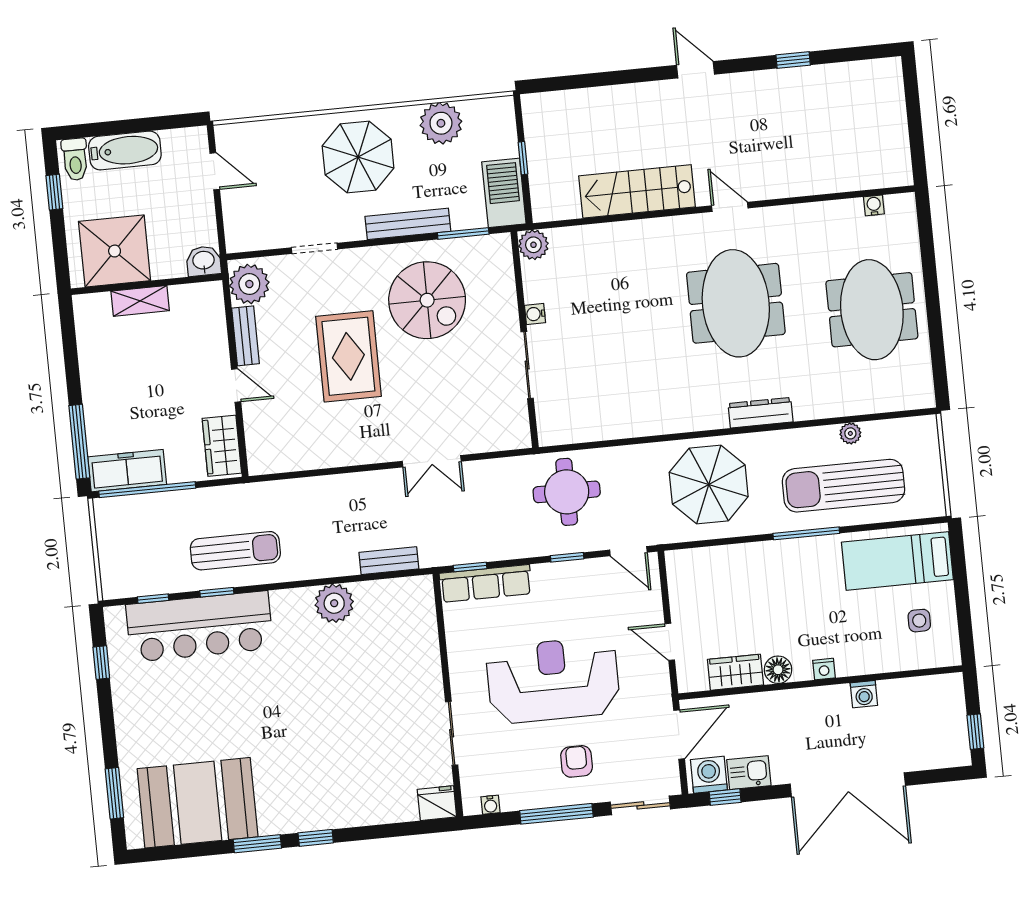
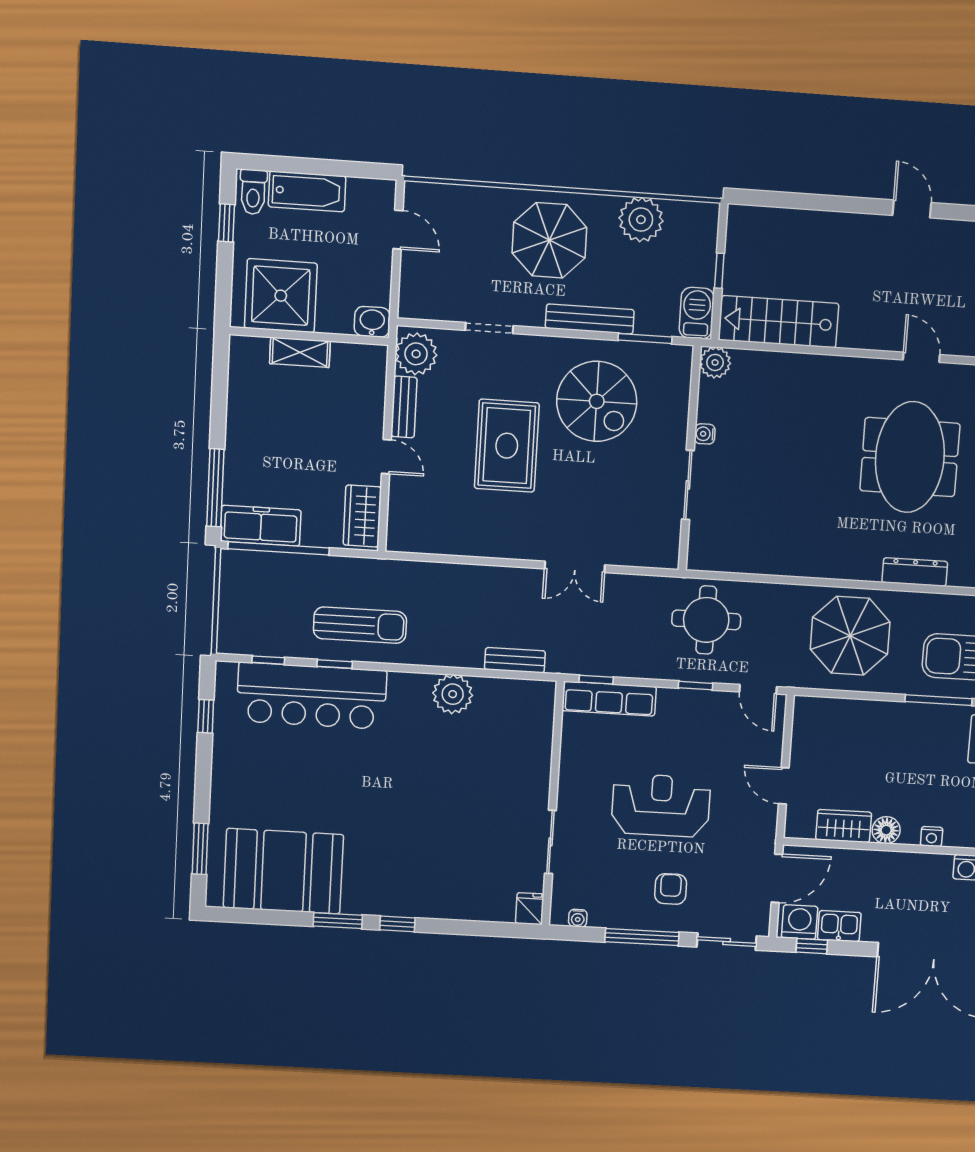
stairs: (637, 191) -> (779, 322), moved
barbecue: (504, 193) -> (697, 313), width x0.73, depth x0.83
reception desk: (553, 680) -> (661, 805), width x0.74, depth x0.77
fridge: (437, 803) -> (530, 909), width x0.72

